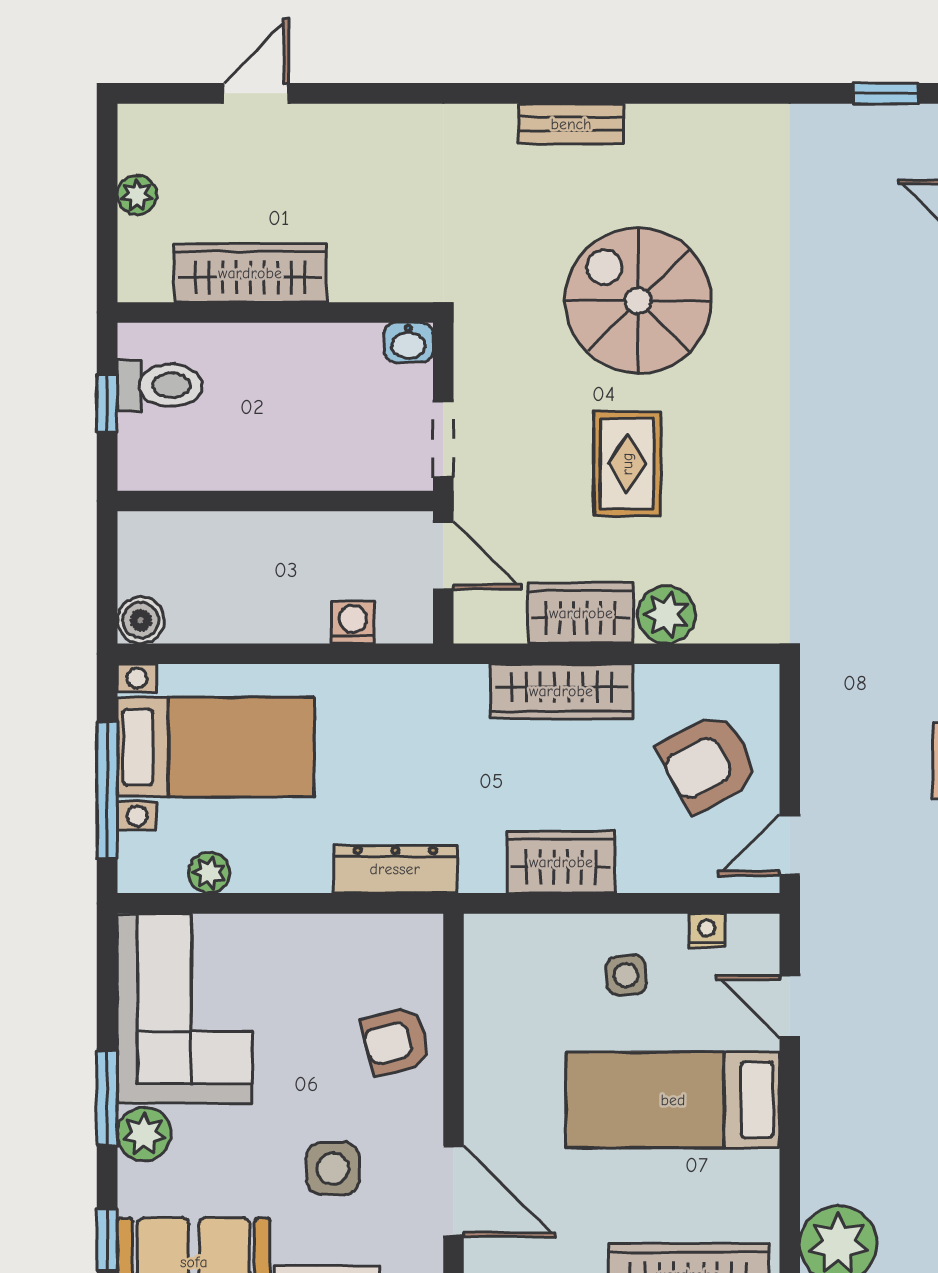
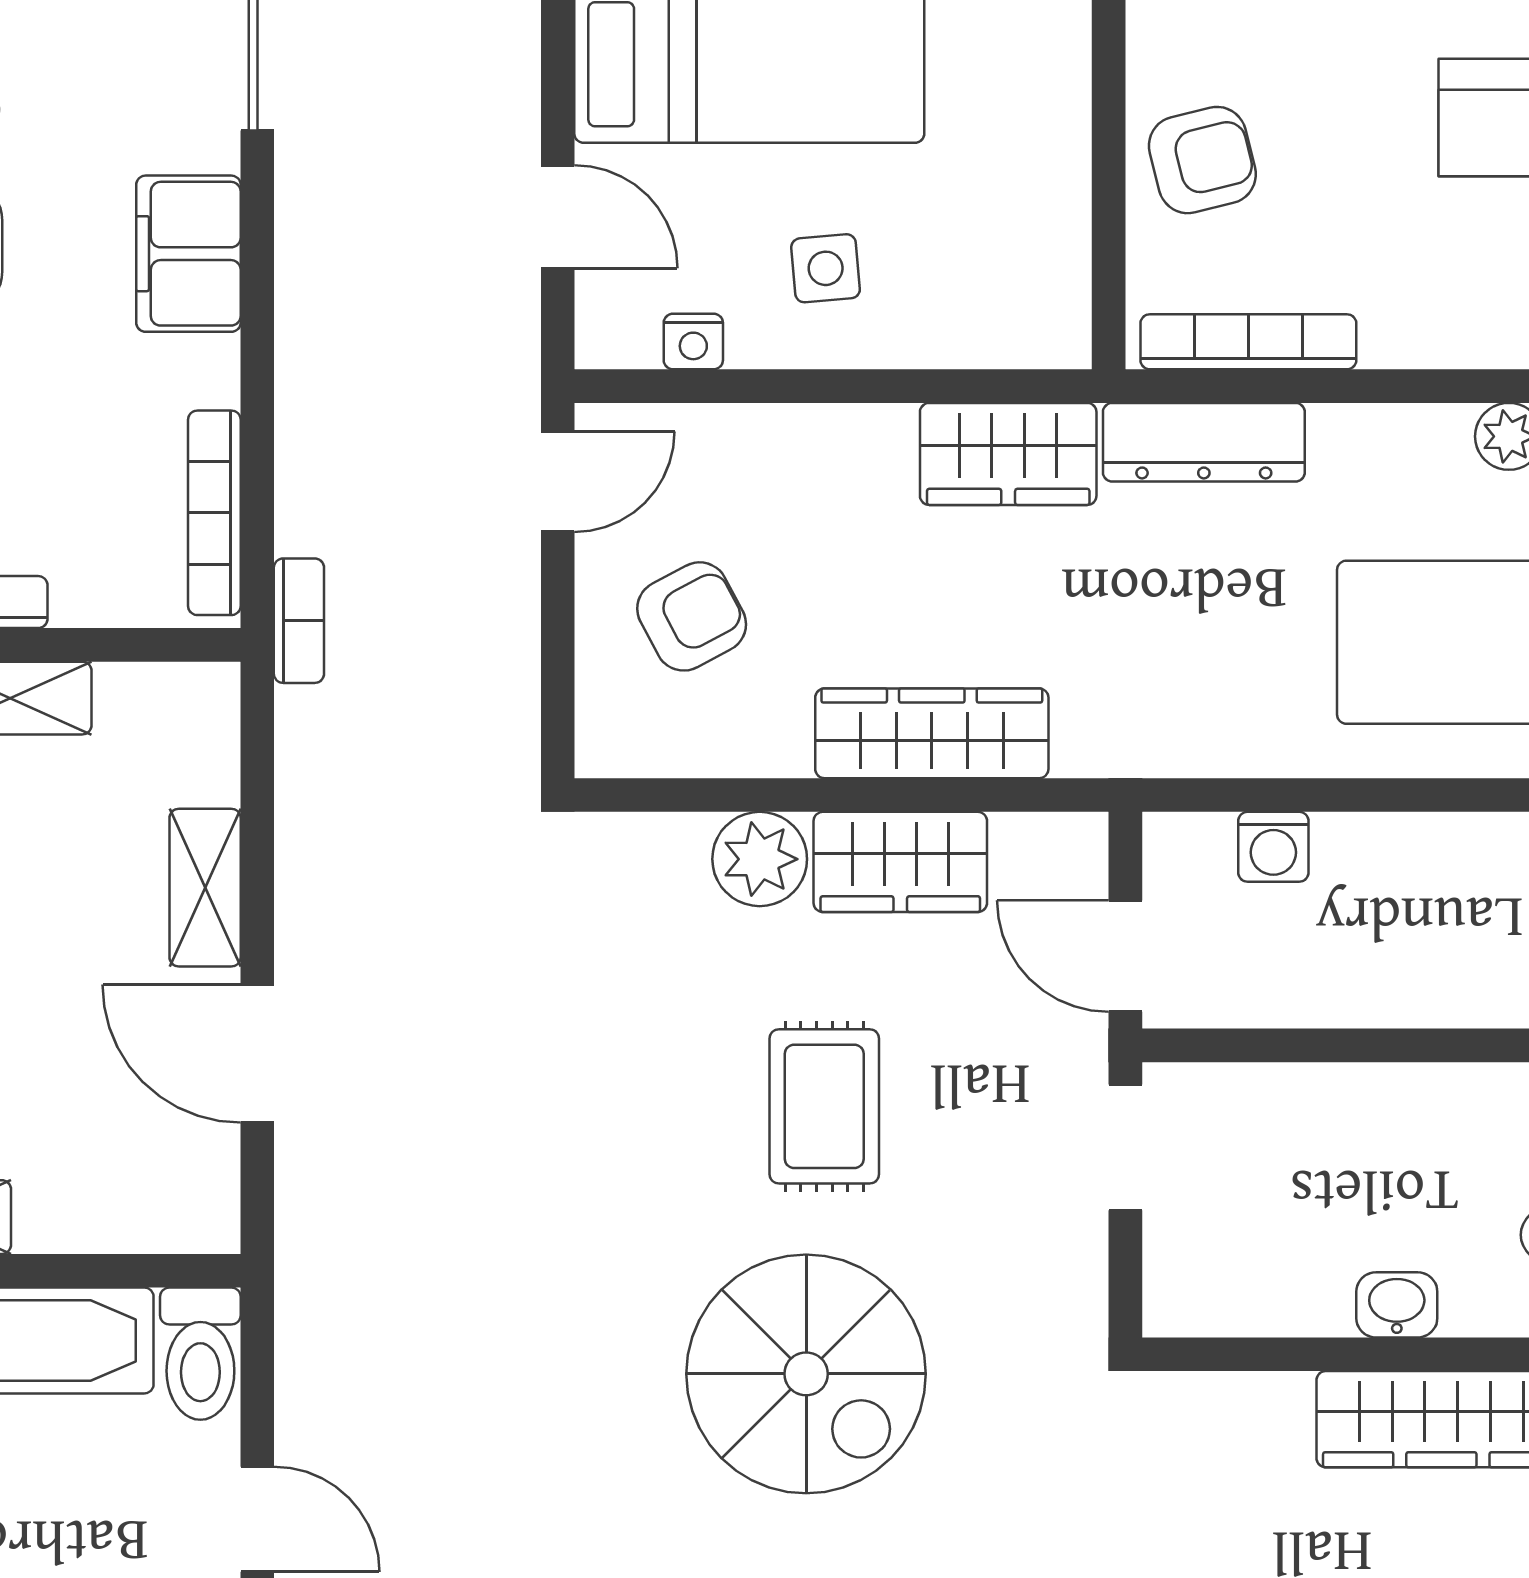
washbasin: (408, 343) -> (1397, 1305), moved
armchair: (708, 763) -> (692, 616), width x0.72, depth x0.72
wardrobe: (561, 862) -> (1008, 454), moved
bookcase: (368, 930) -> (1248, 342), added

